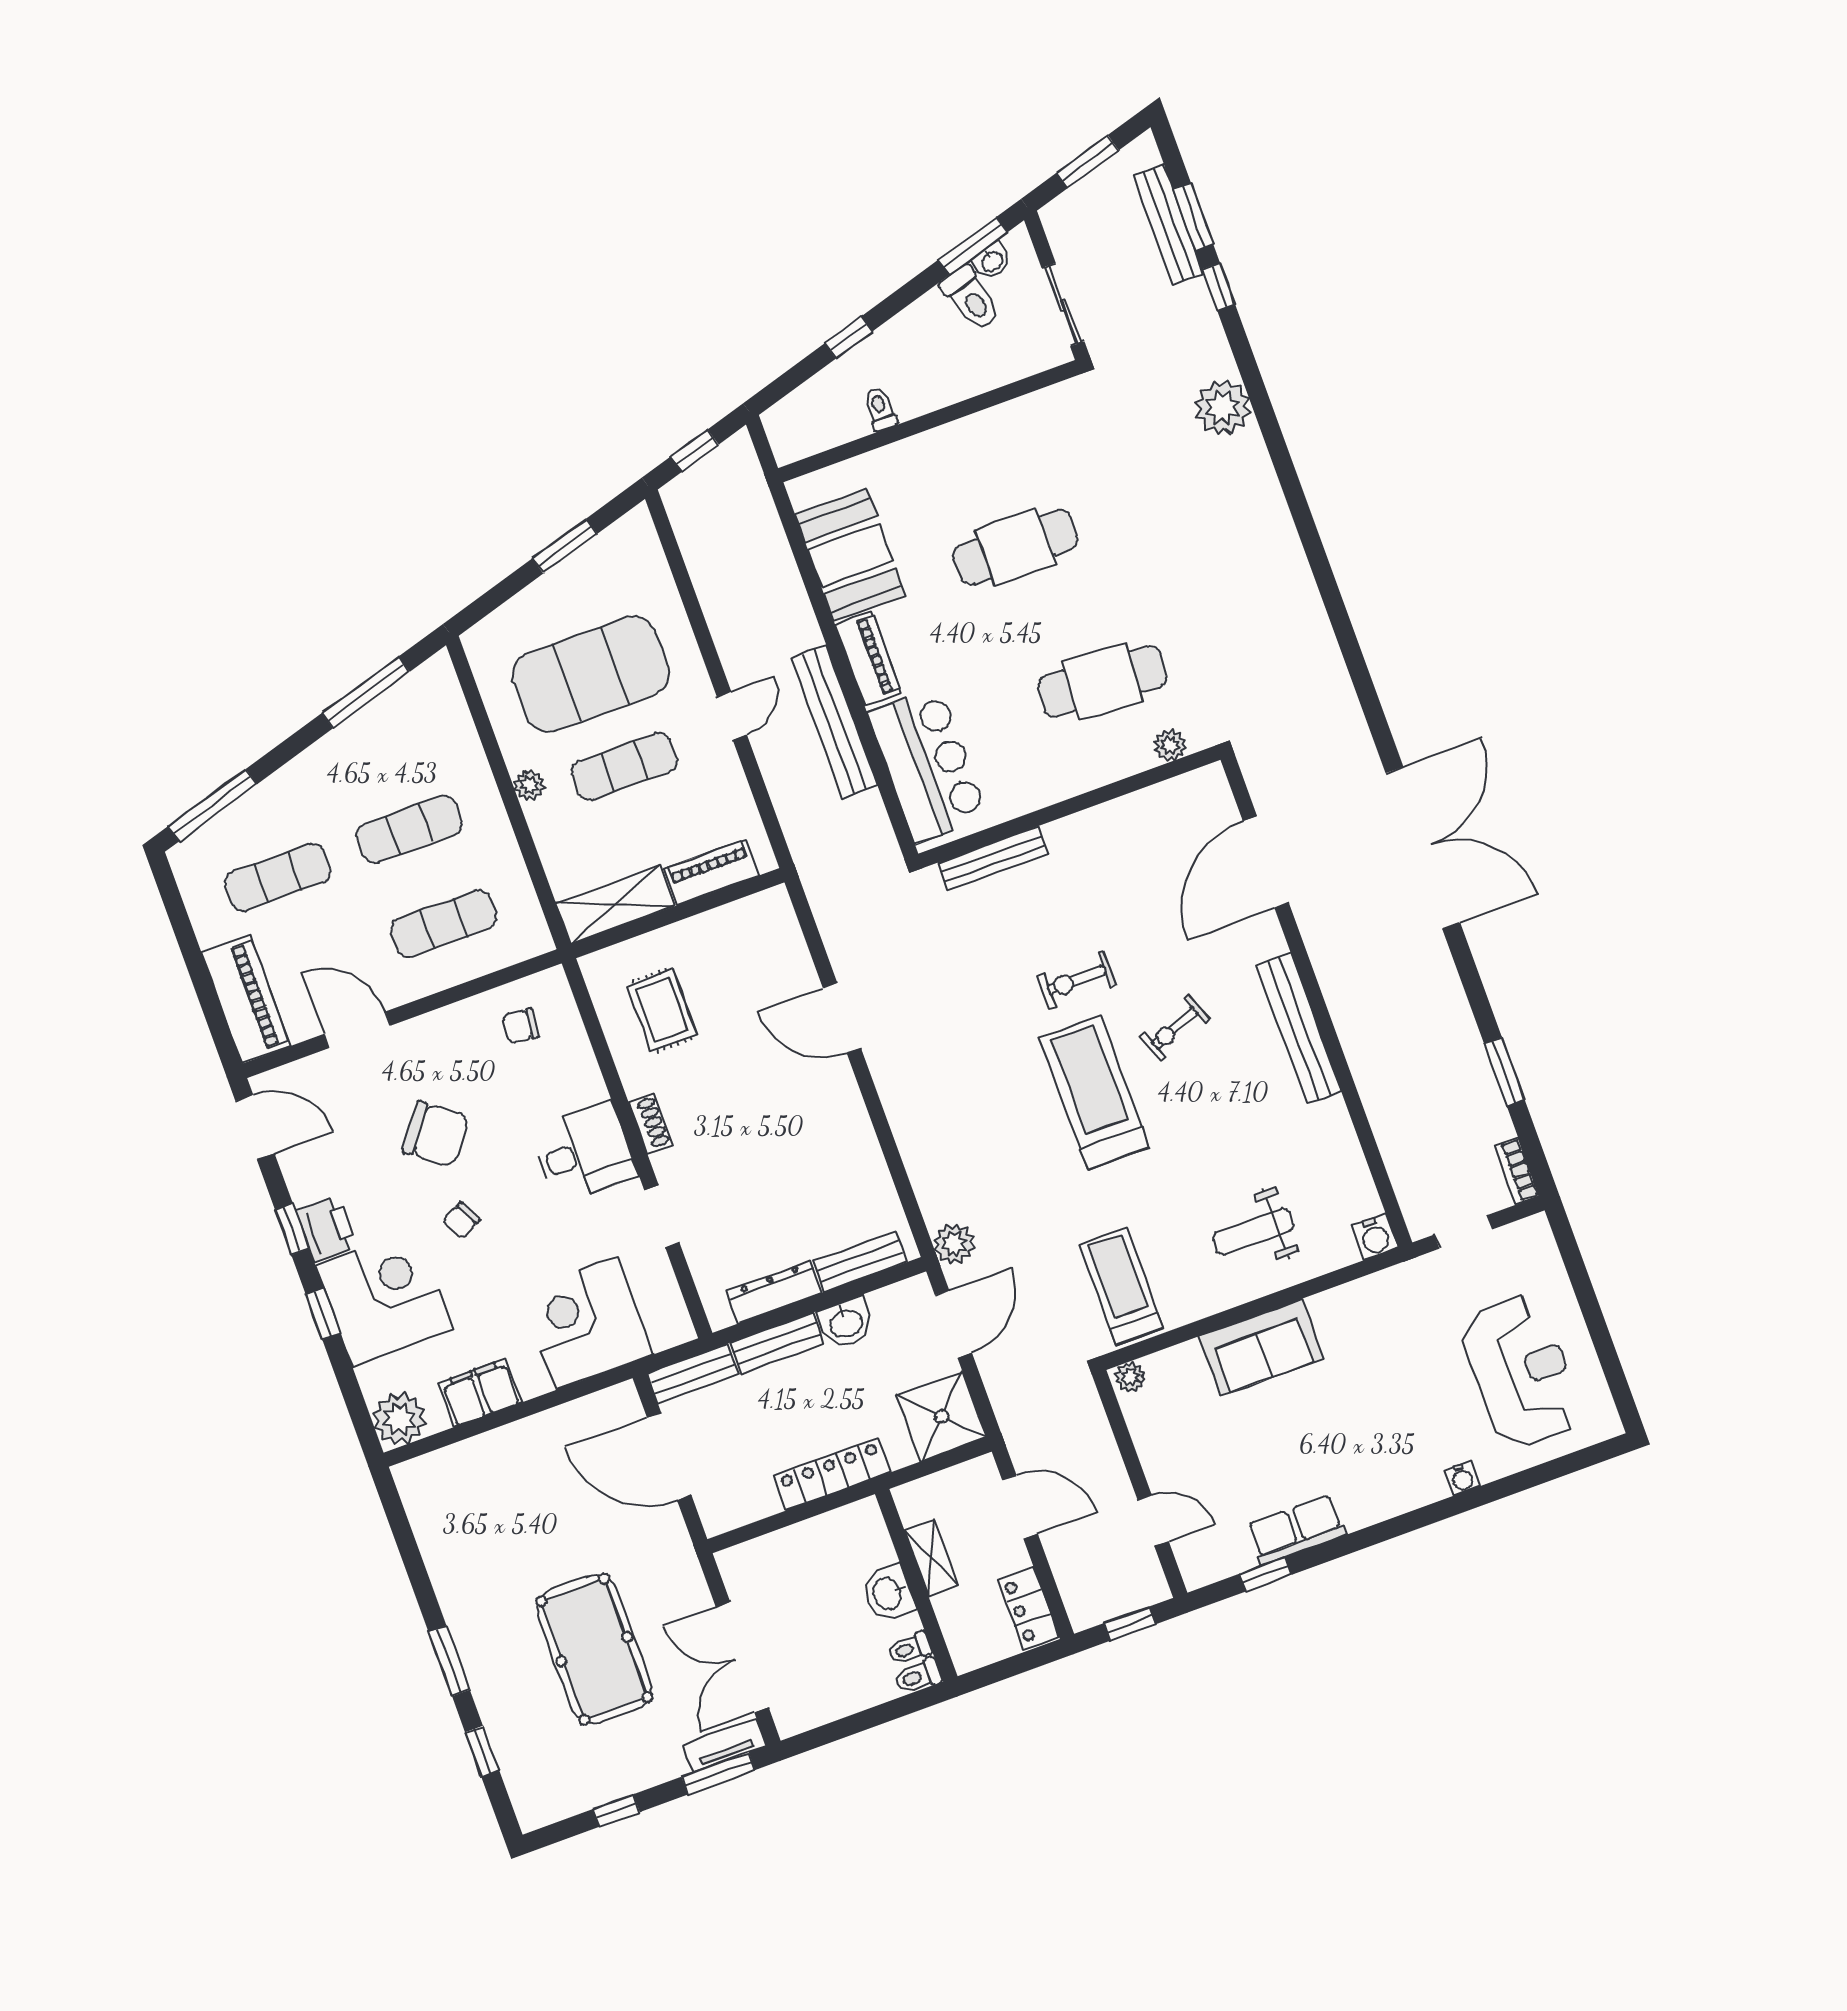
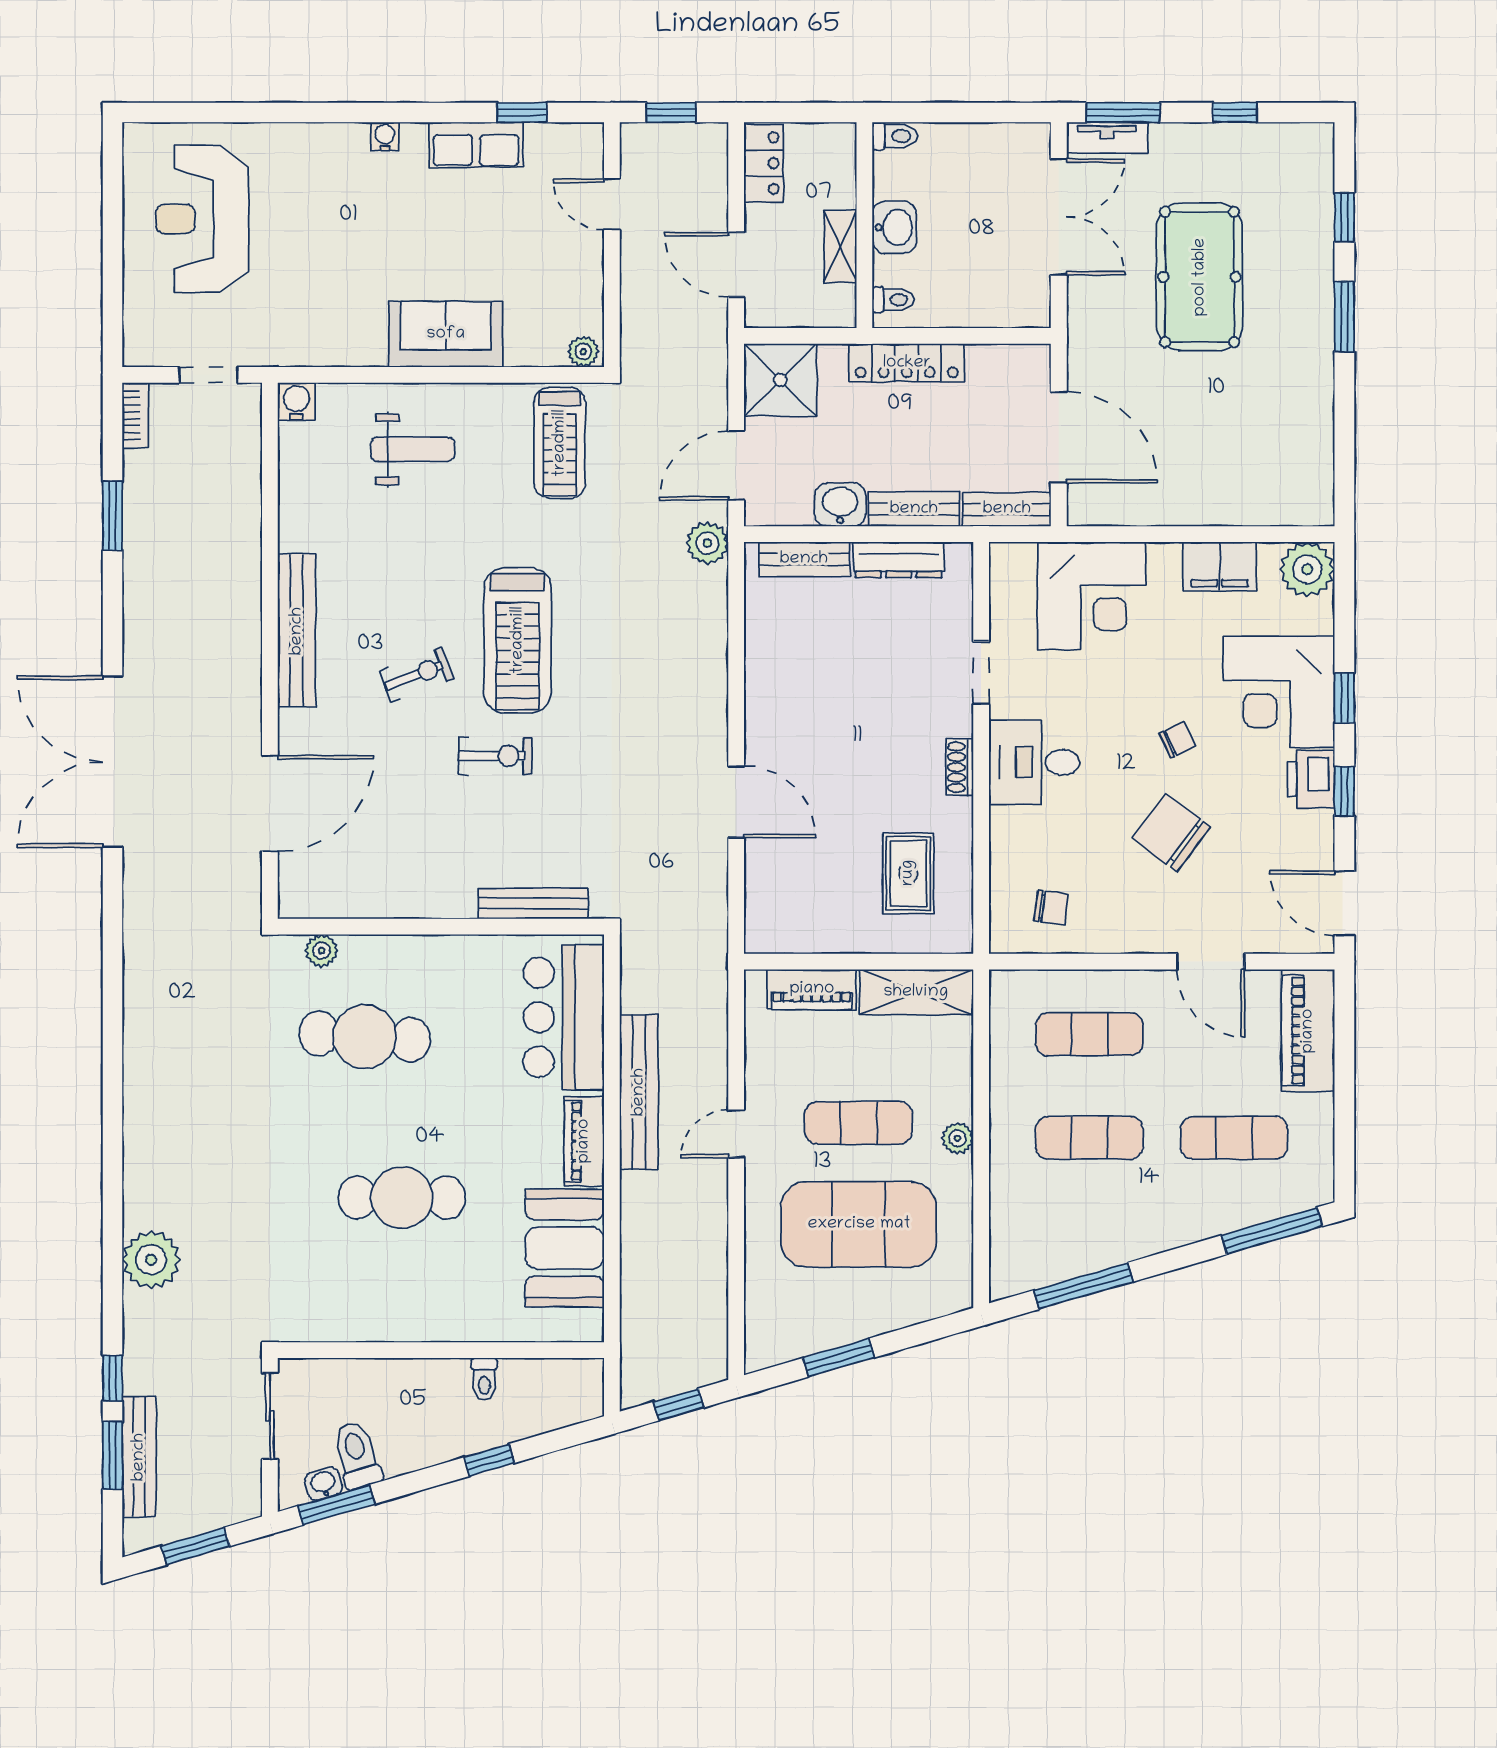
water cooler: (1462, 1478) -> (385, 136), moved
toilet: (910, 1649) -> (893, 300), moved

